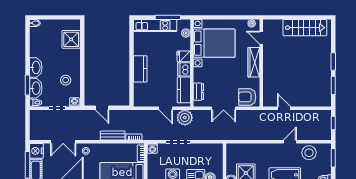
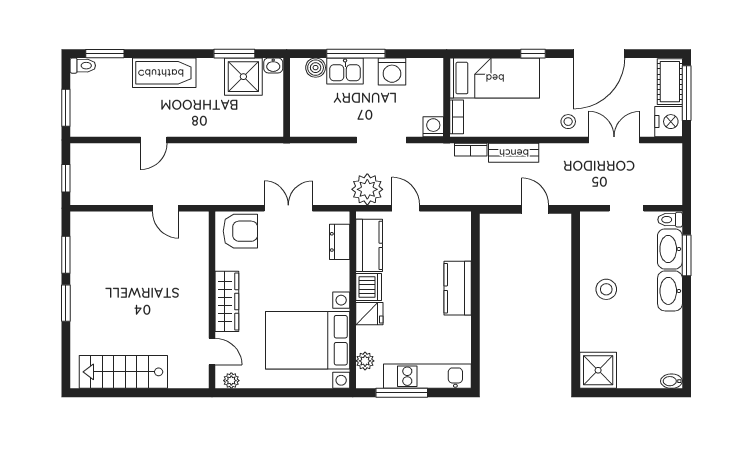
shower: (71, 39) -> (598, 370), moved
stool: (66, 80) -> (606, 289), moved
washing machine: (74, 102) -> (591, 221), removed
stool: (309, 153) -> (115, 118), removed

